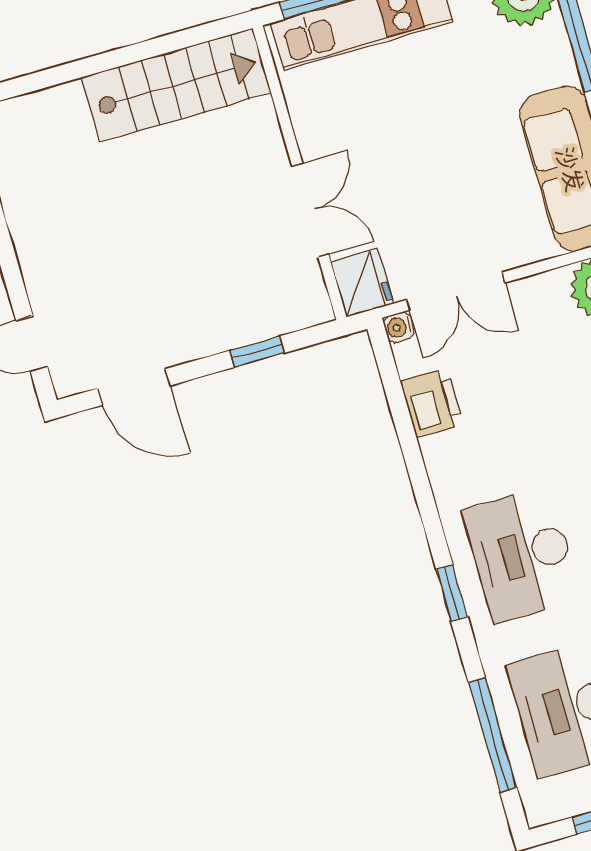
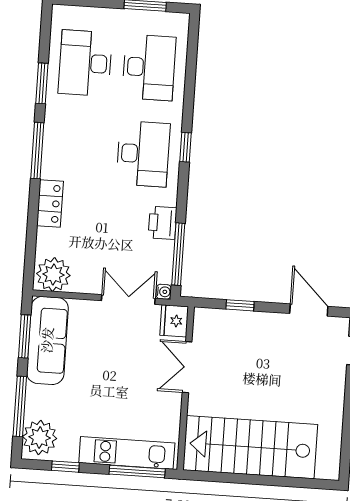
stairs: (176, 85) -> (250, 447), width x1.36, depth x1.51
printer: (432, 403) -> (162, 223), moved
window: (493, 735) -> (178, 254), moved

